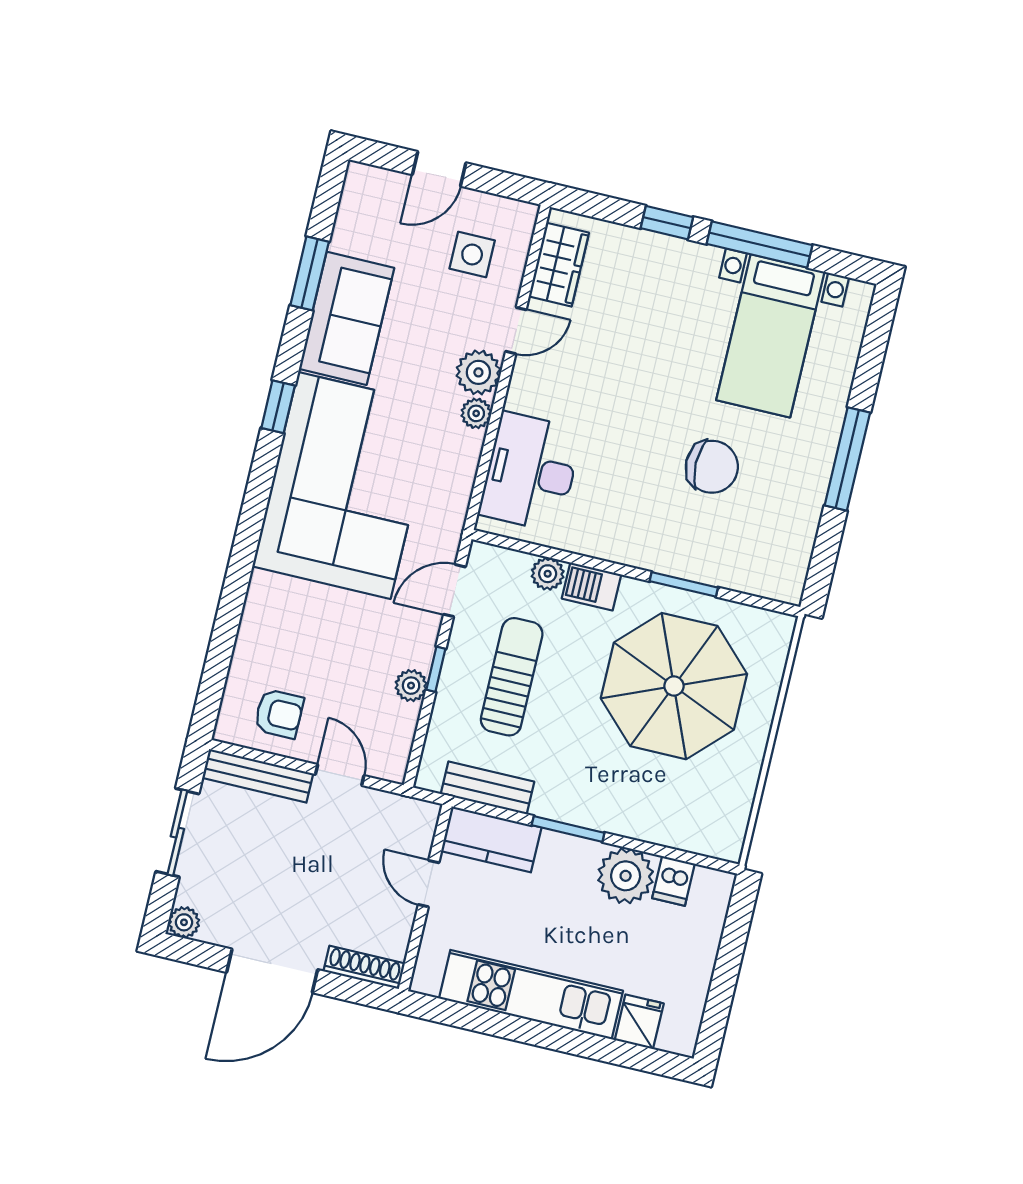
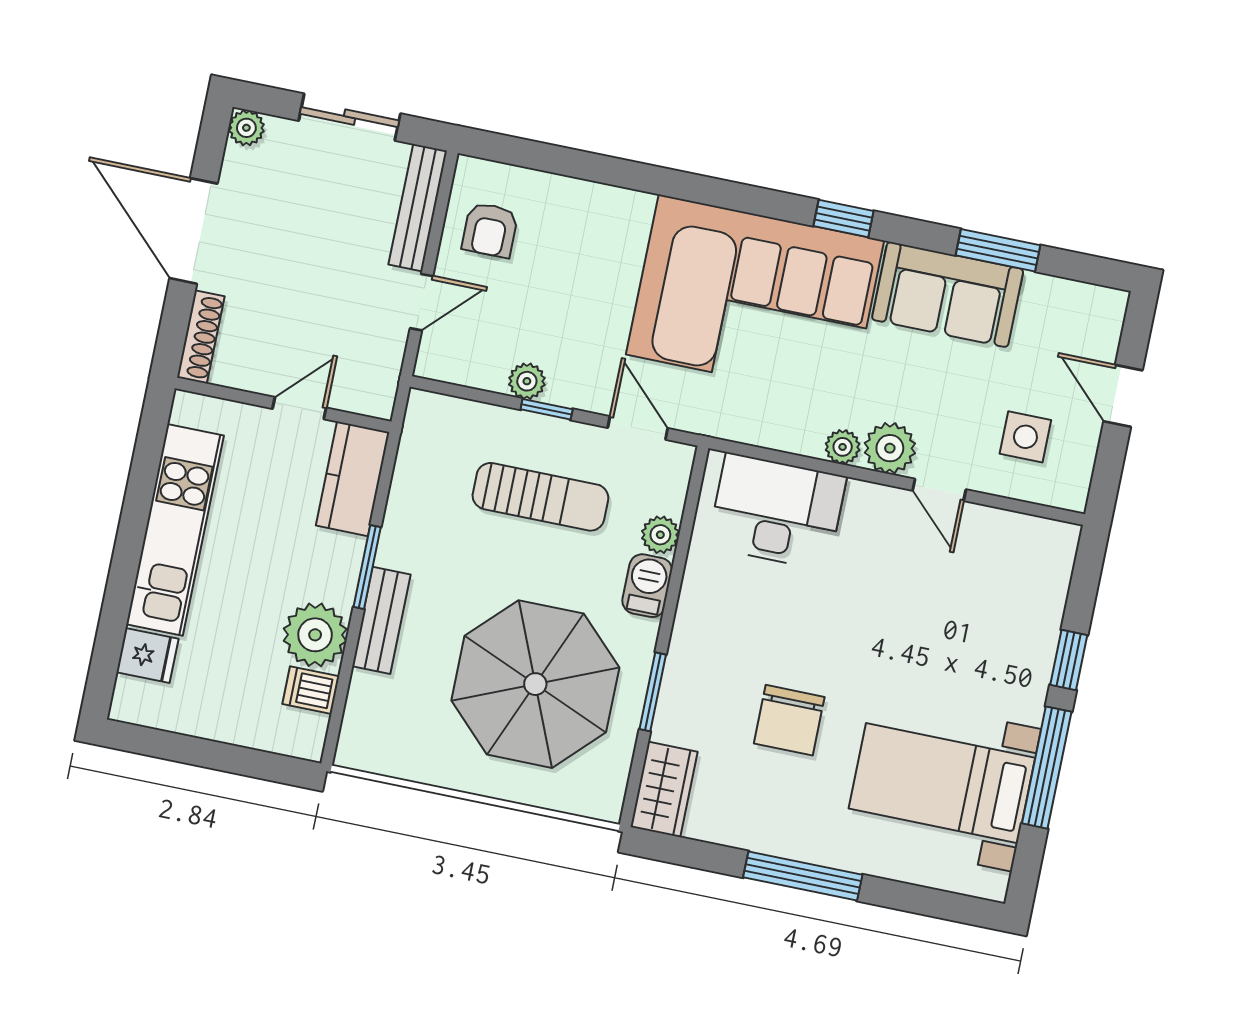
wardrobe: (559, 265) -> (664, 789), moved, turned -90
bench: (487, 788) -> (381, 620), moved

